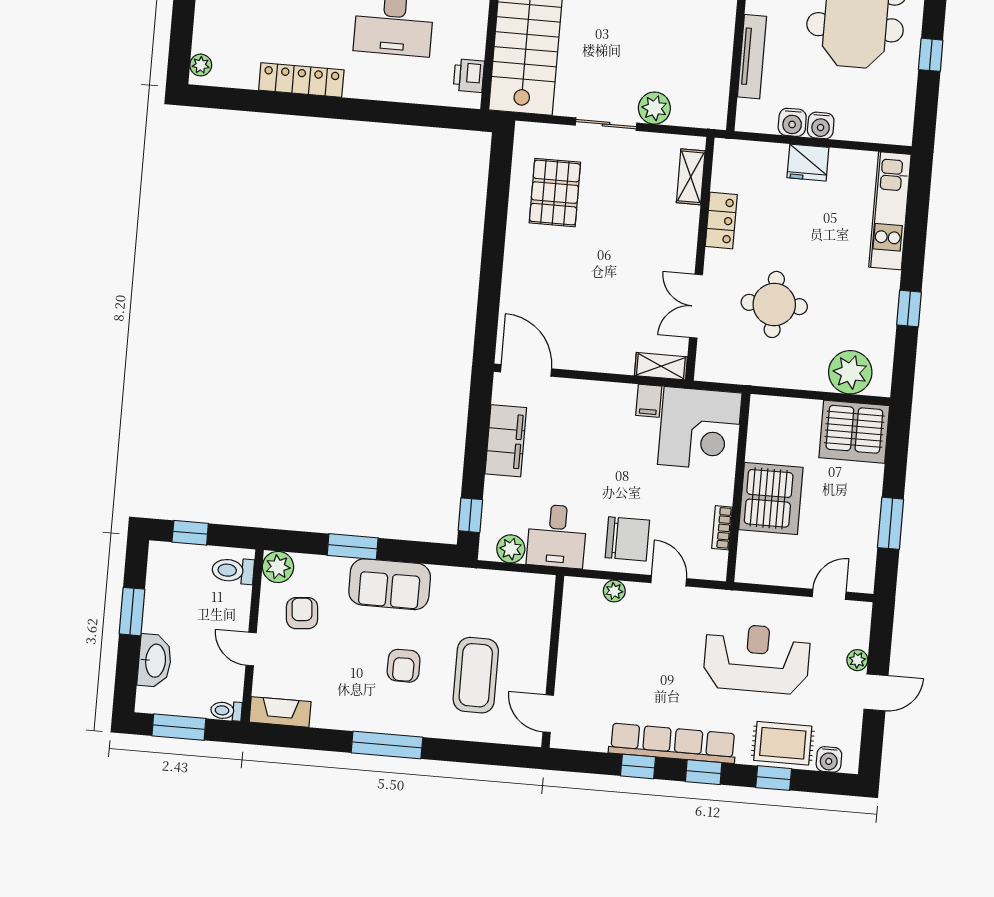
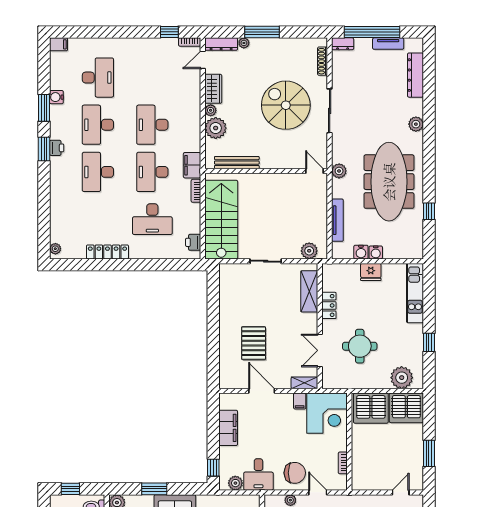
plant: (654, 108) -> (309, 251), moved
shelving: (691, 177) -> (309, 291), width x1.50, depth x1.33
pallet: (555, 193) -> (254, 343), moved
door: (526, 370) -> (262, 391), moved
server rack: (771, 498) -> (371, 408), moved, turned 90

